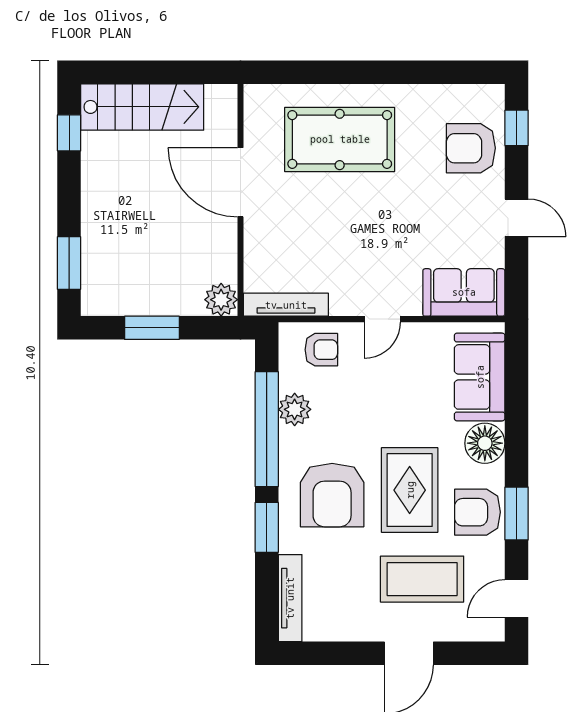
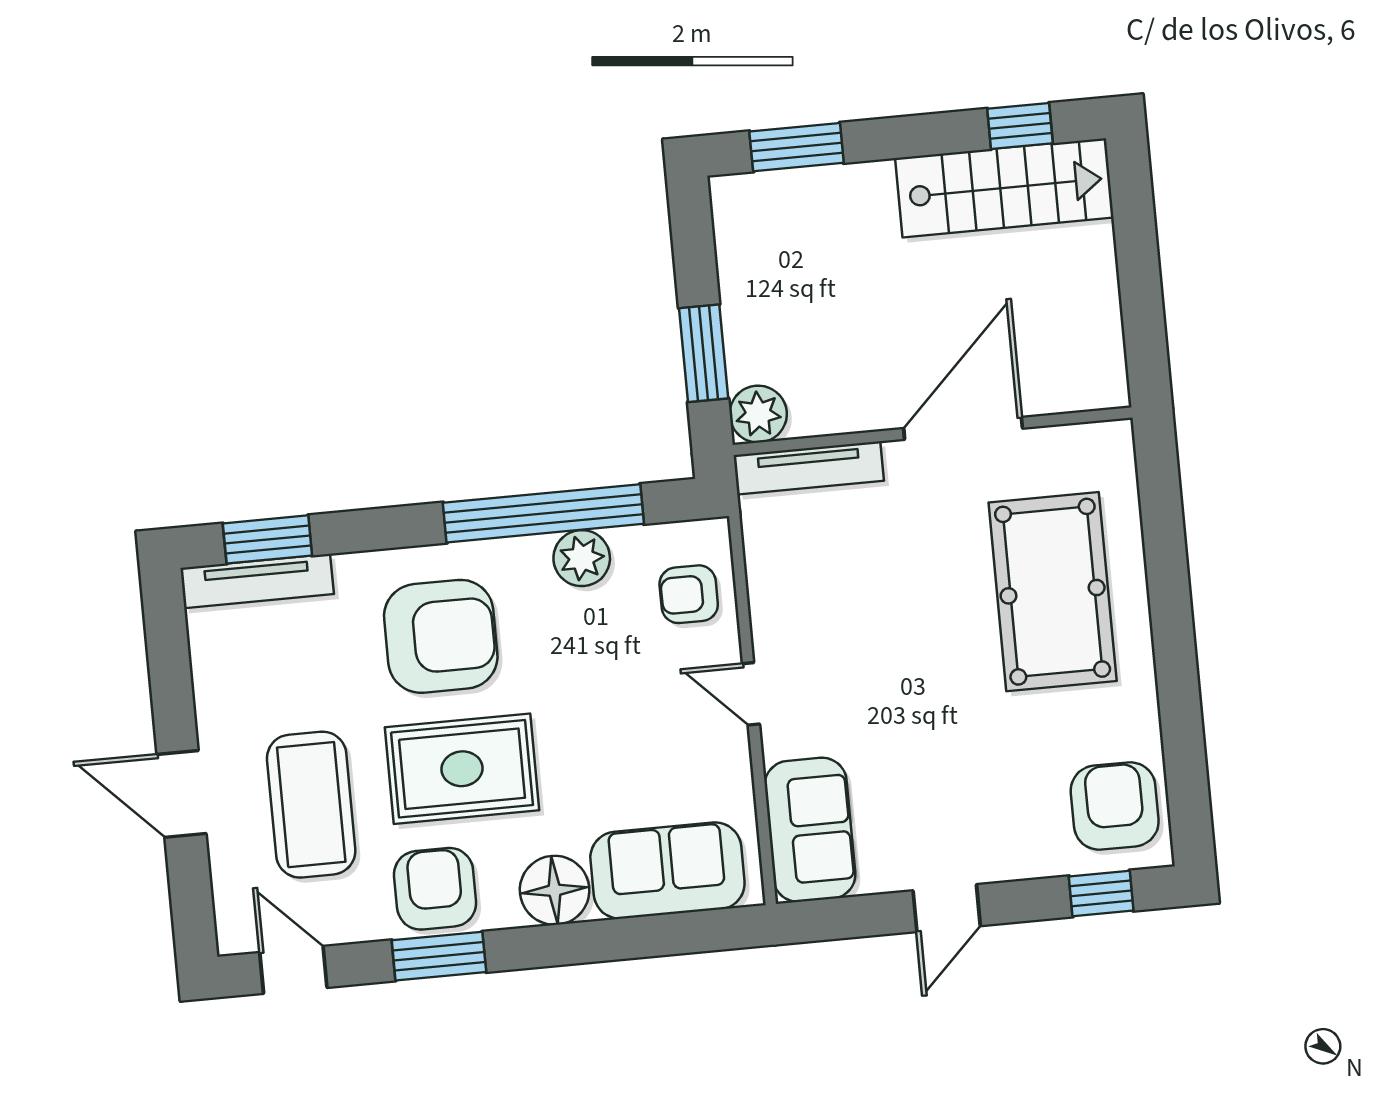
stairs: (142, 107) -> (1004, 188), moved, turned -90
armchair: (471, 148) -> (1115, 806), moved
tv unit: (286, 305) -> (809, 468), moved, turned 90
window: (152, 328) -> (704, 353), moved
armchair: (321, 350) -> (689, 594), turned 90
armchair: (332, 495) -> (441, 636), turned 180
window: (267, 527) -> (267, 539), moved

